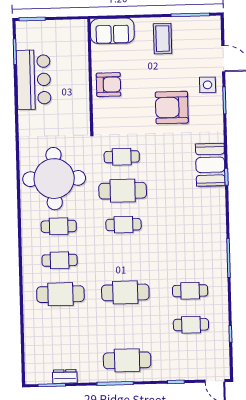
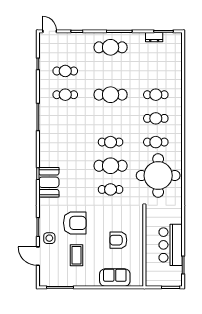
coffee table: (163, 39) -> (77, 255), moved
wall: (90, 76) -> (144, 246), moved
cafe table: (60, 294) -> (156, 95), width x0.73, depth x0.74

